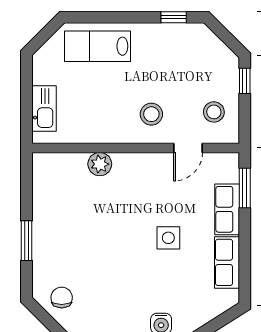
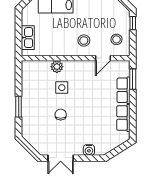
side table: (168, 238) -> (62, 88), moved
chair: (62, 298) -> (61, 114), moved

